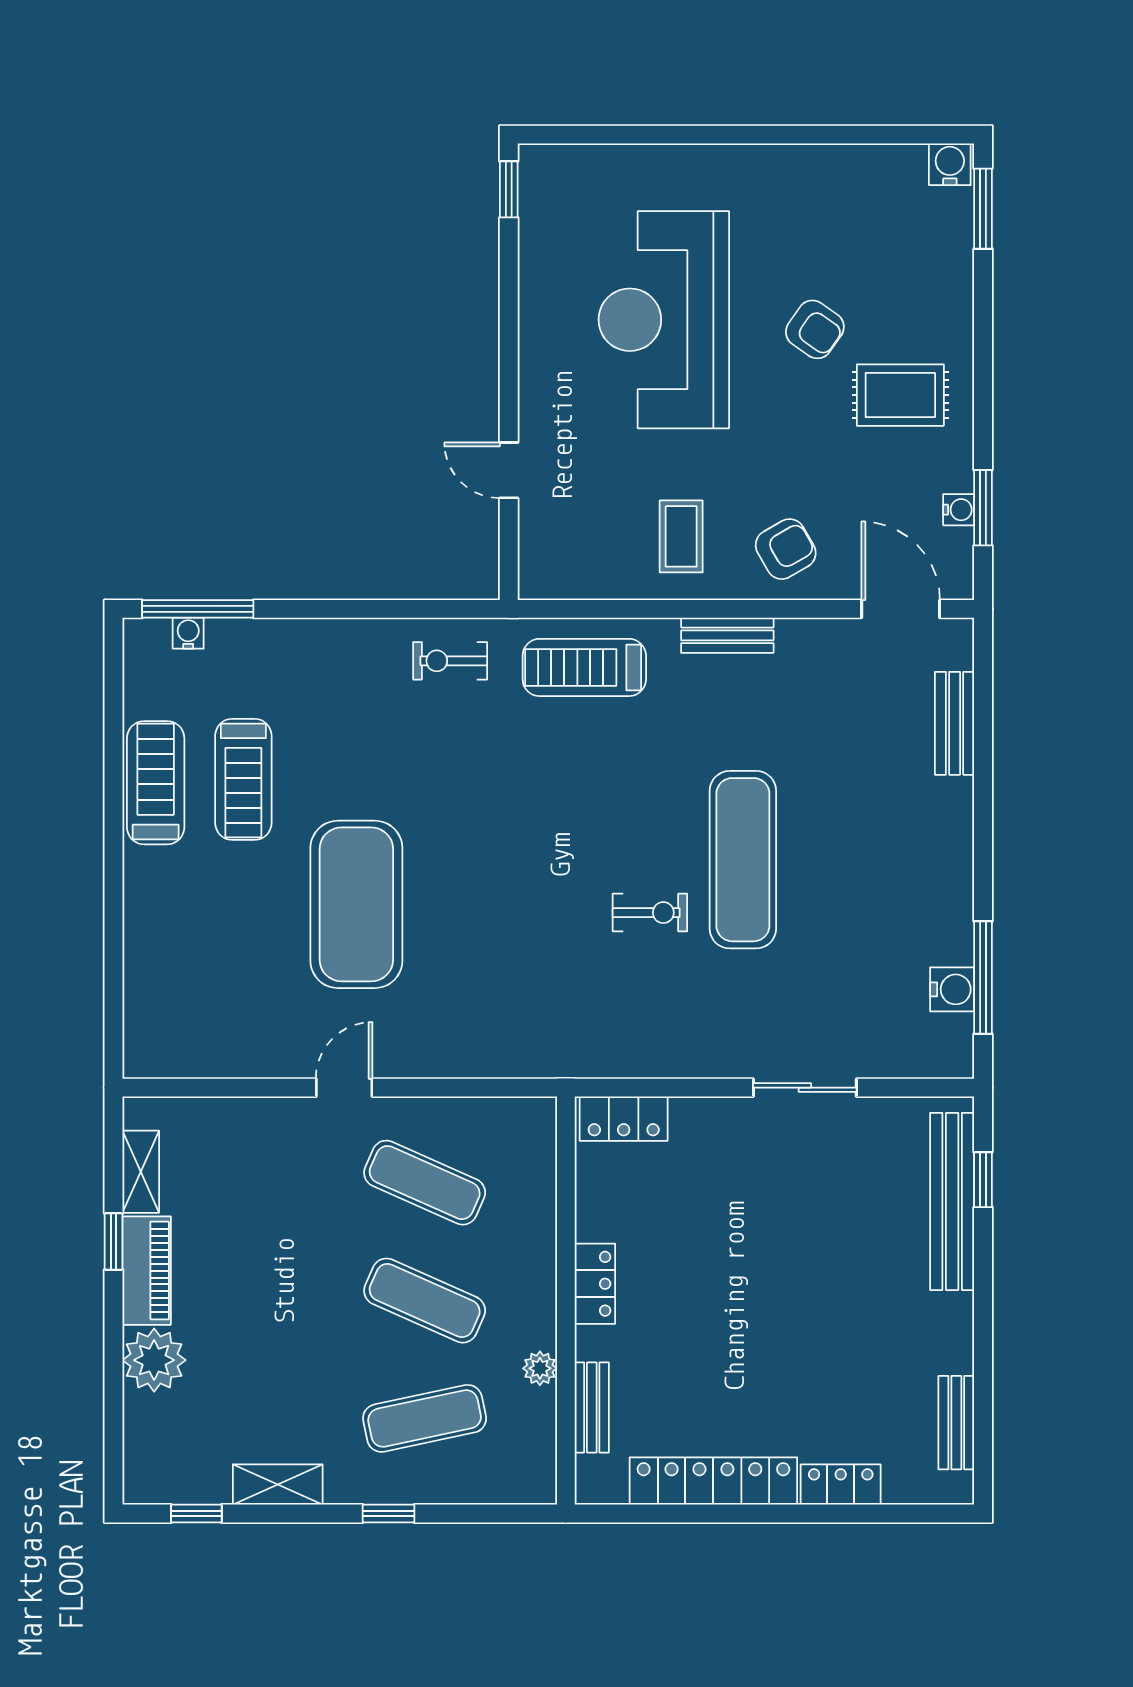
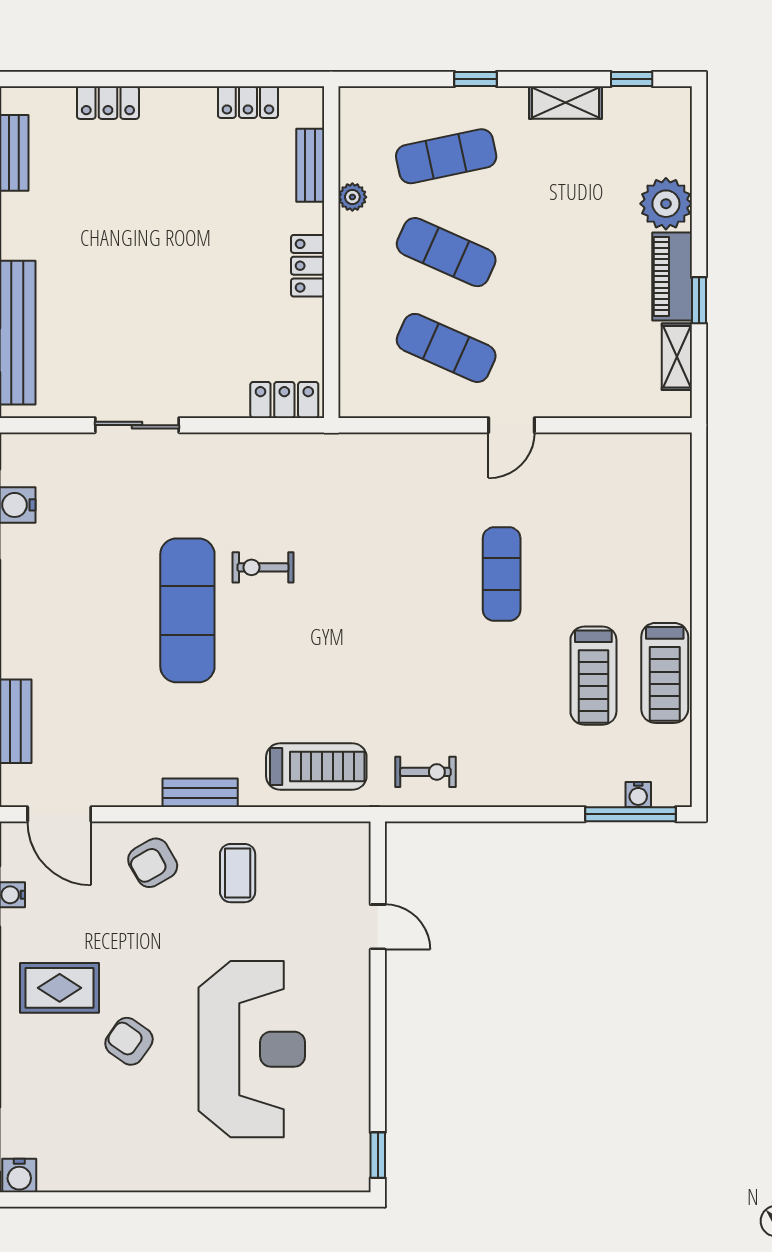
treadmill: (243, 779) -> (593, 676), turned 180
exercise mat: (356, 904) -> (502, 574), width x0.50, depth x0.69
locker: (713, 1481) -> (248, 102), width x0.46, depth x0.83

